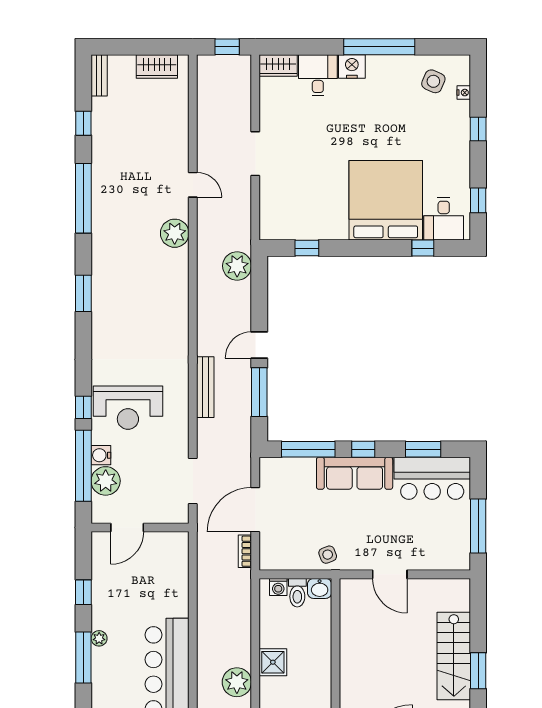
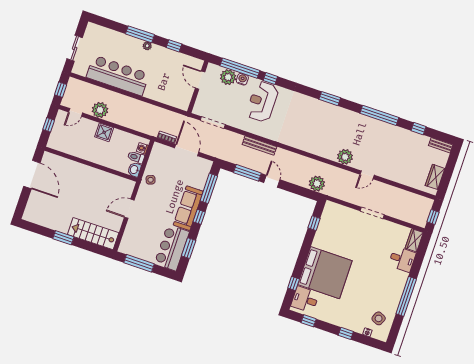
nightstand: (352, 66) -> (401, 279), removed
stairs: (454, 656) -> (93, 234), moved

